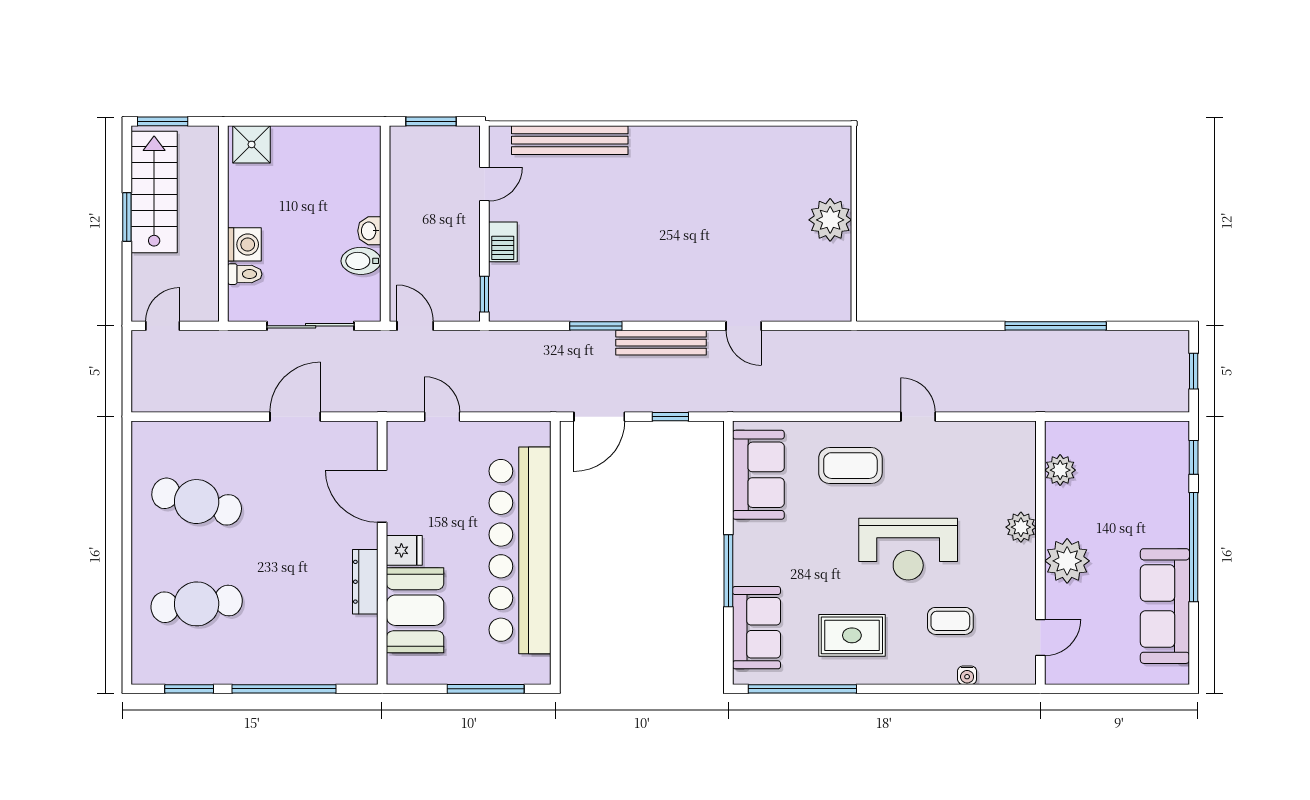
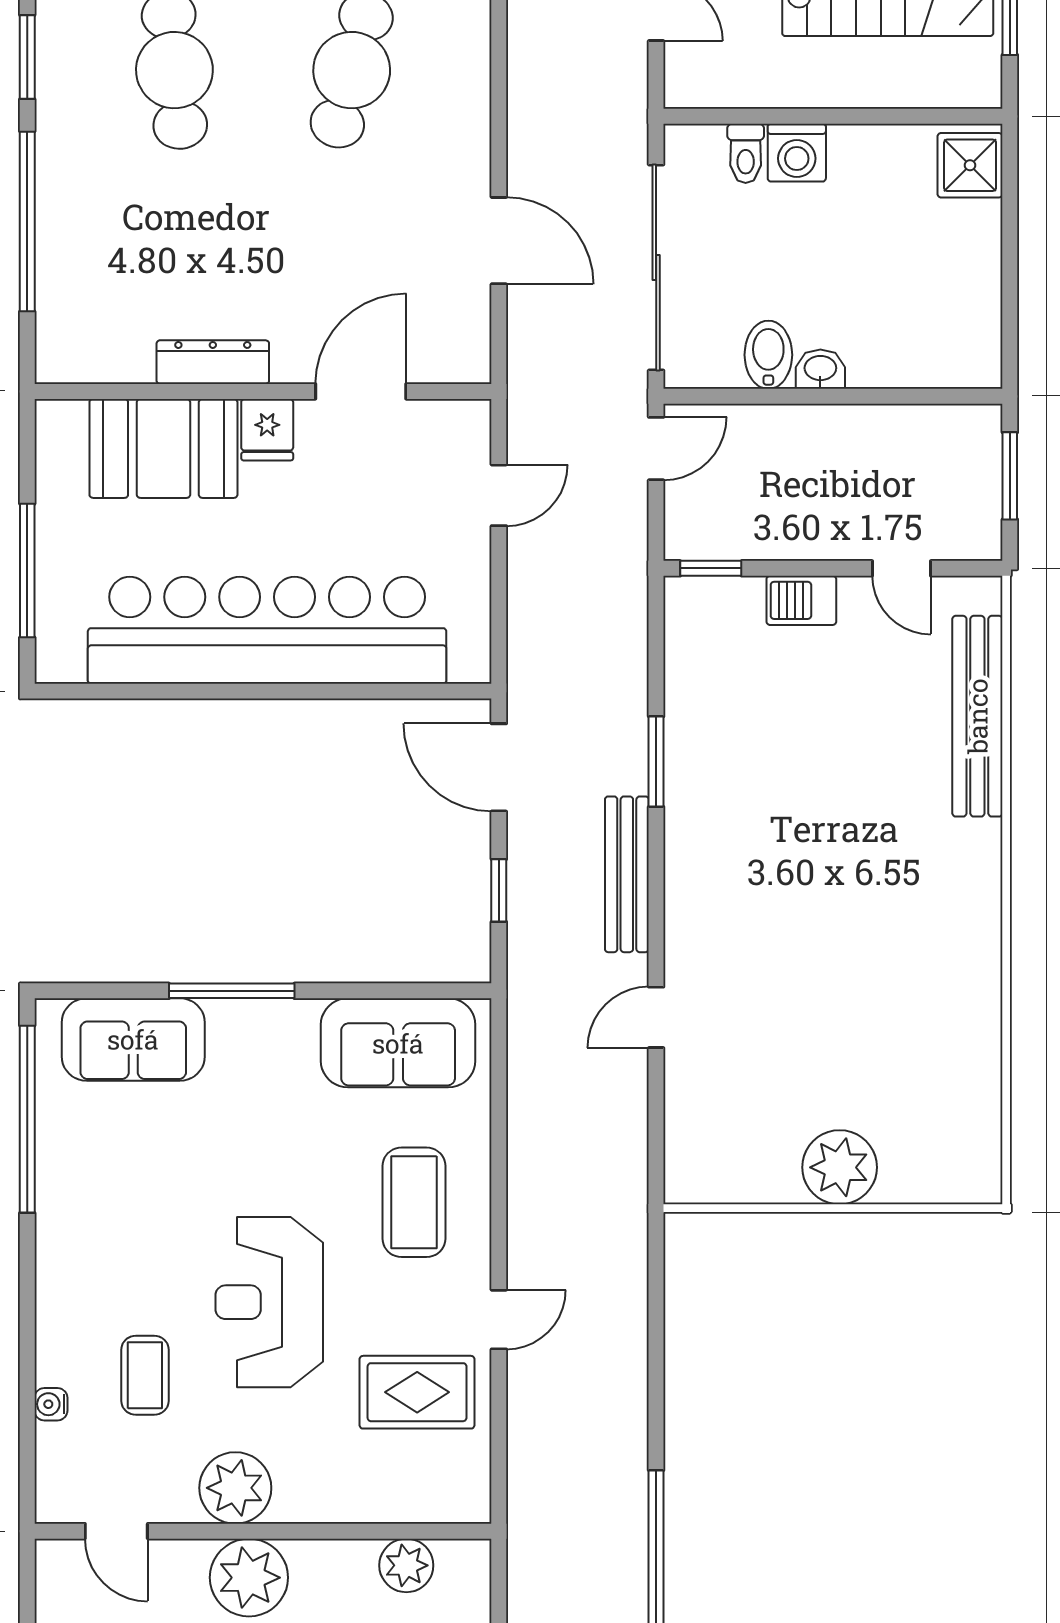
sliding door: (311, 326) -> (656, 267), width x1.36
plant: (1021, 527) -> (235, 1488), moved, width x1.36, depth x1.36
rug: (852, 635) -> (417, 1392), moved, turned 90

